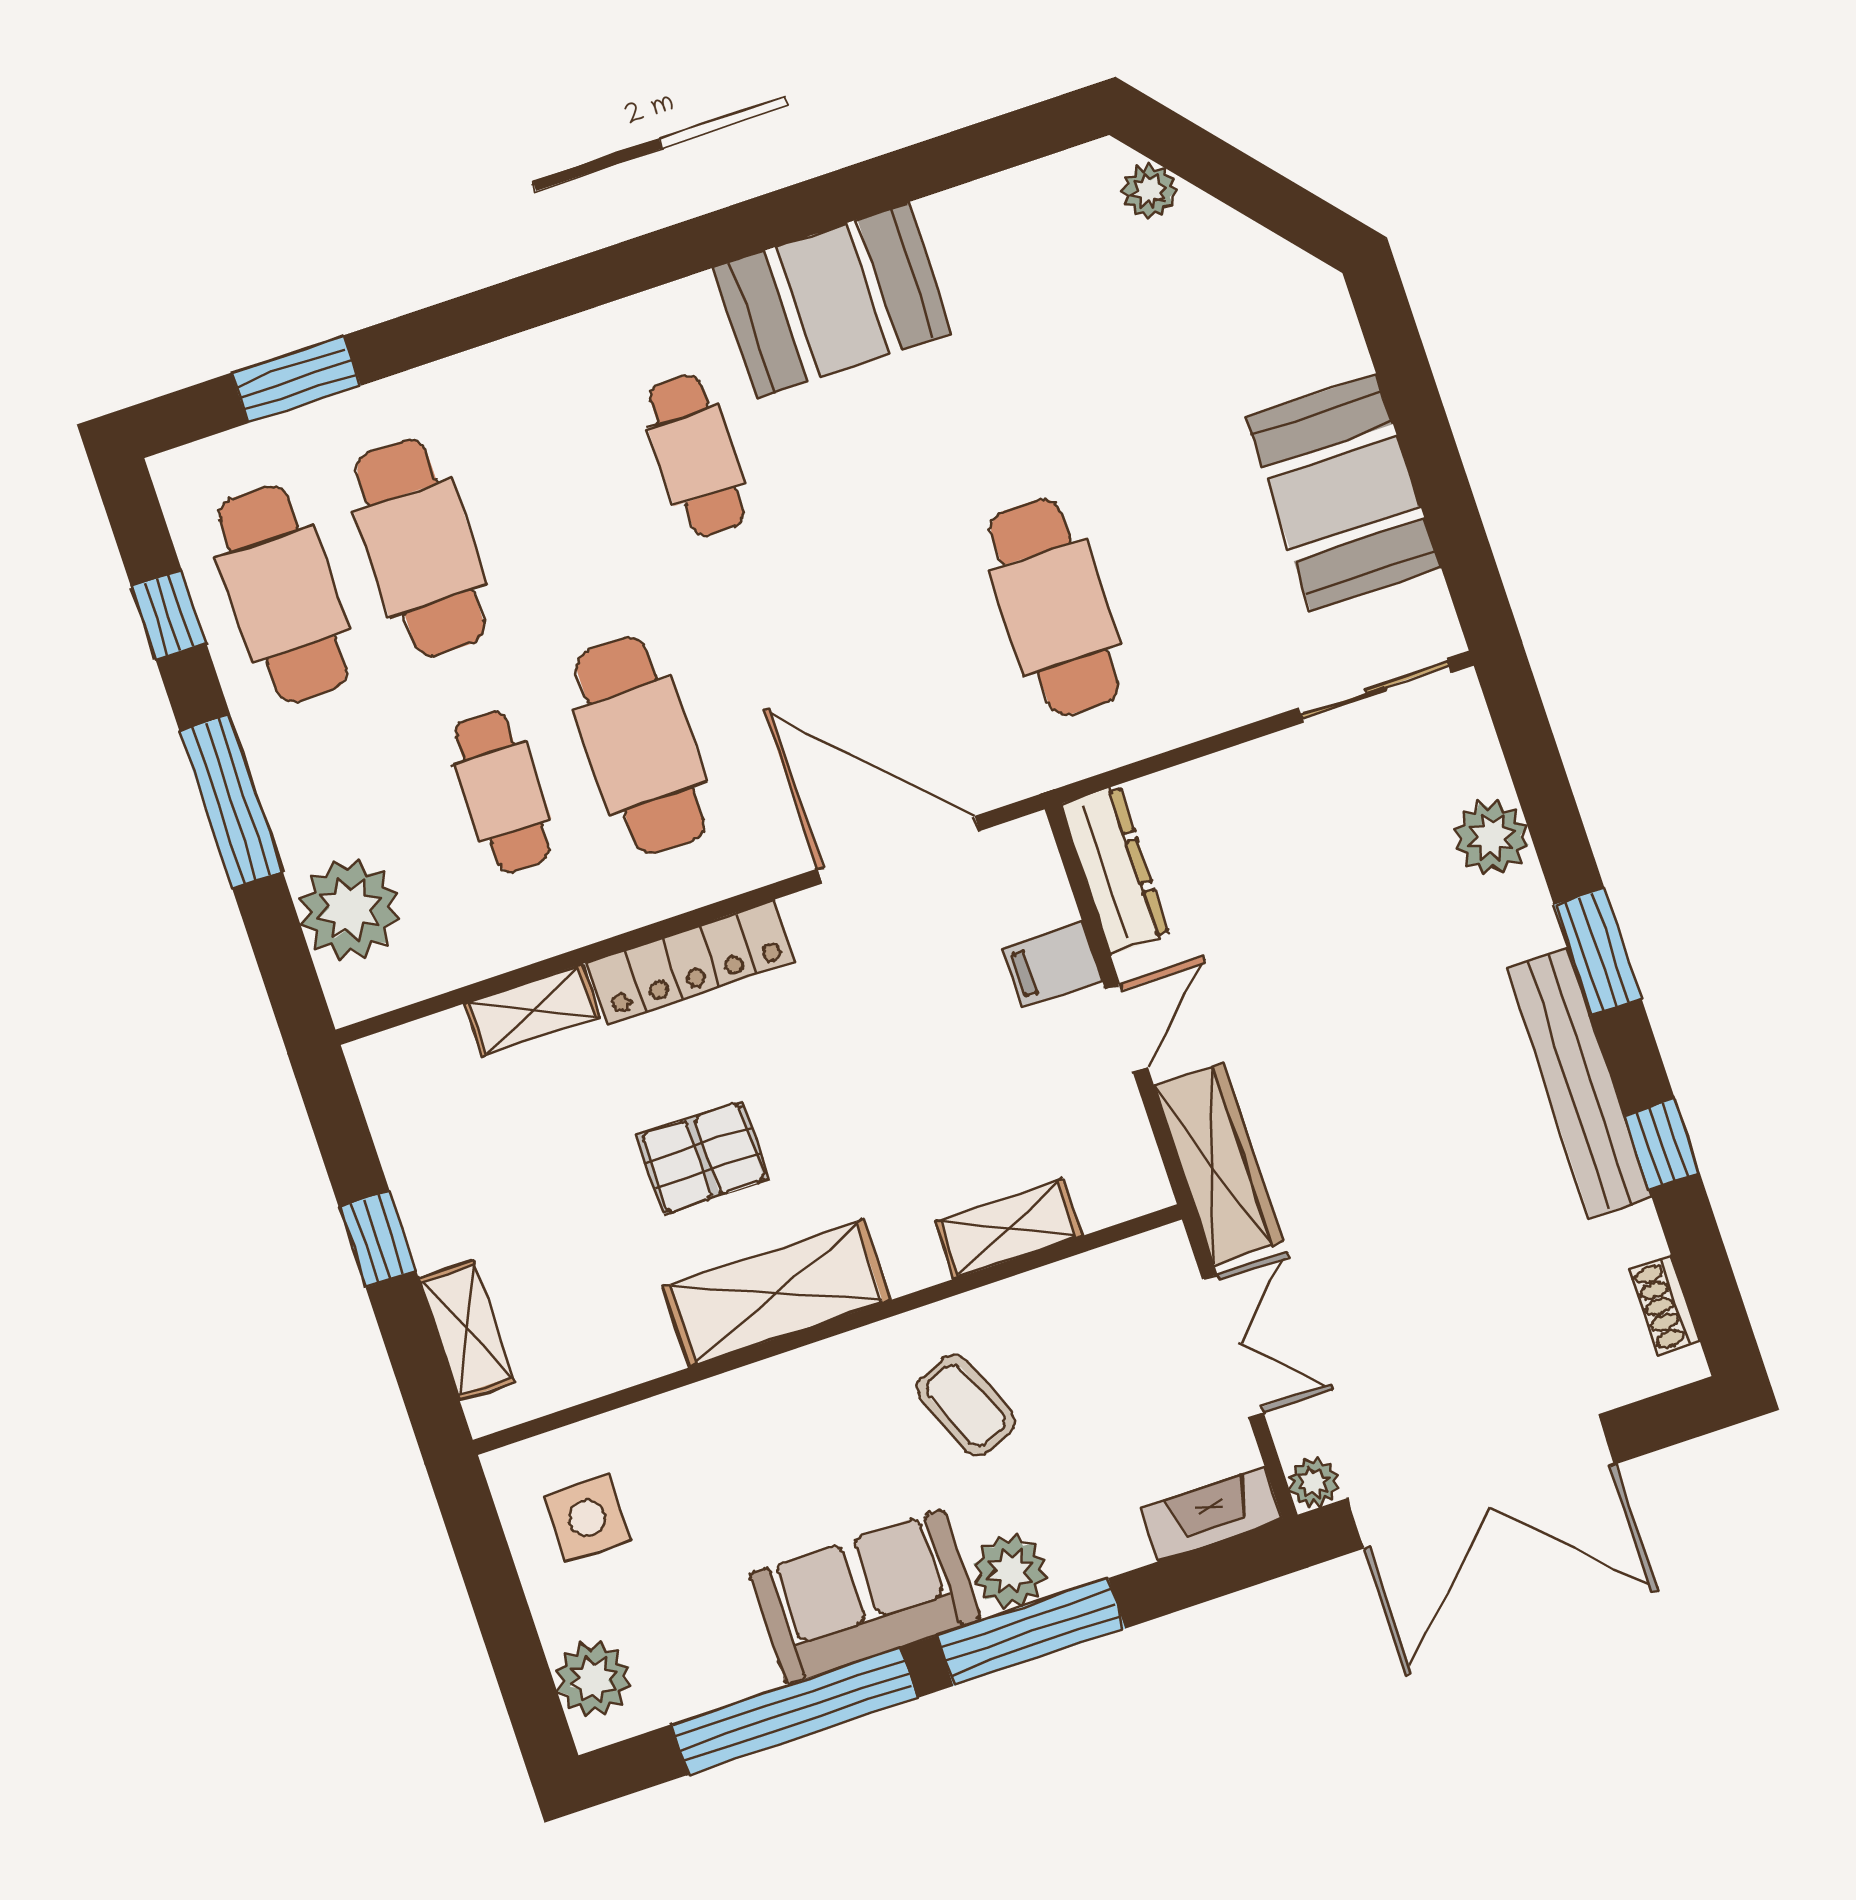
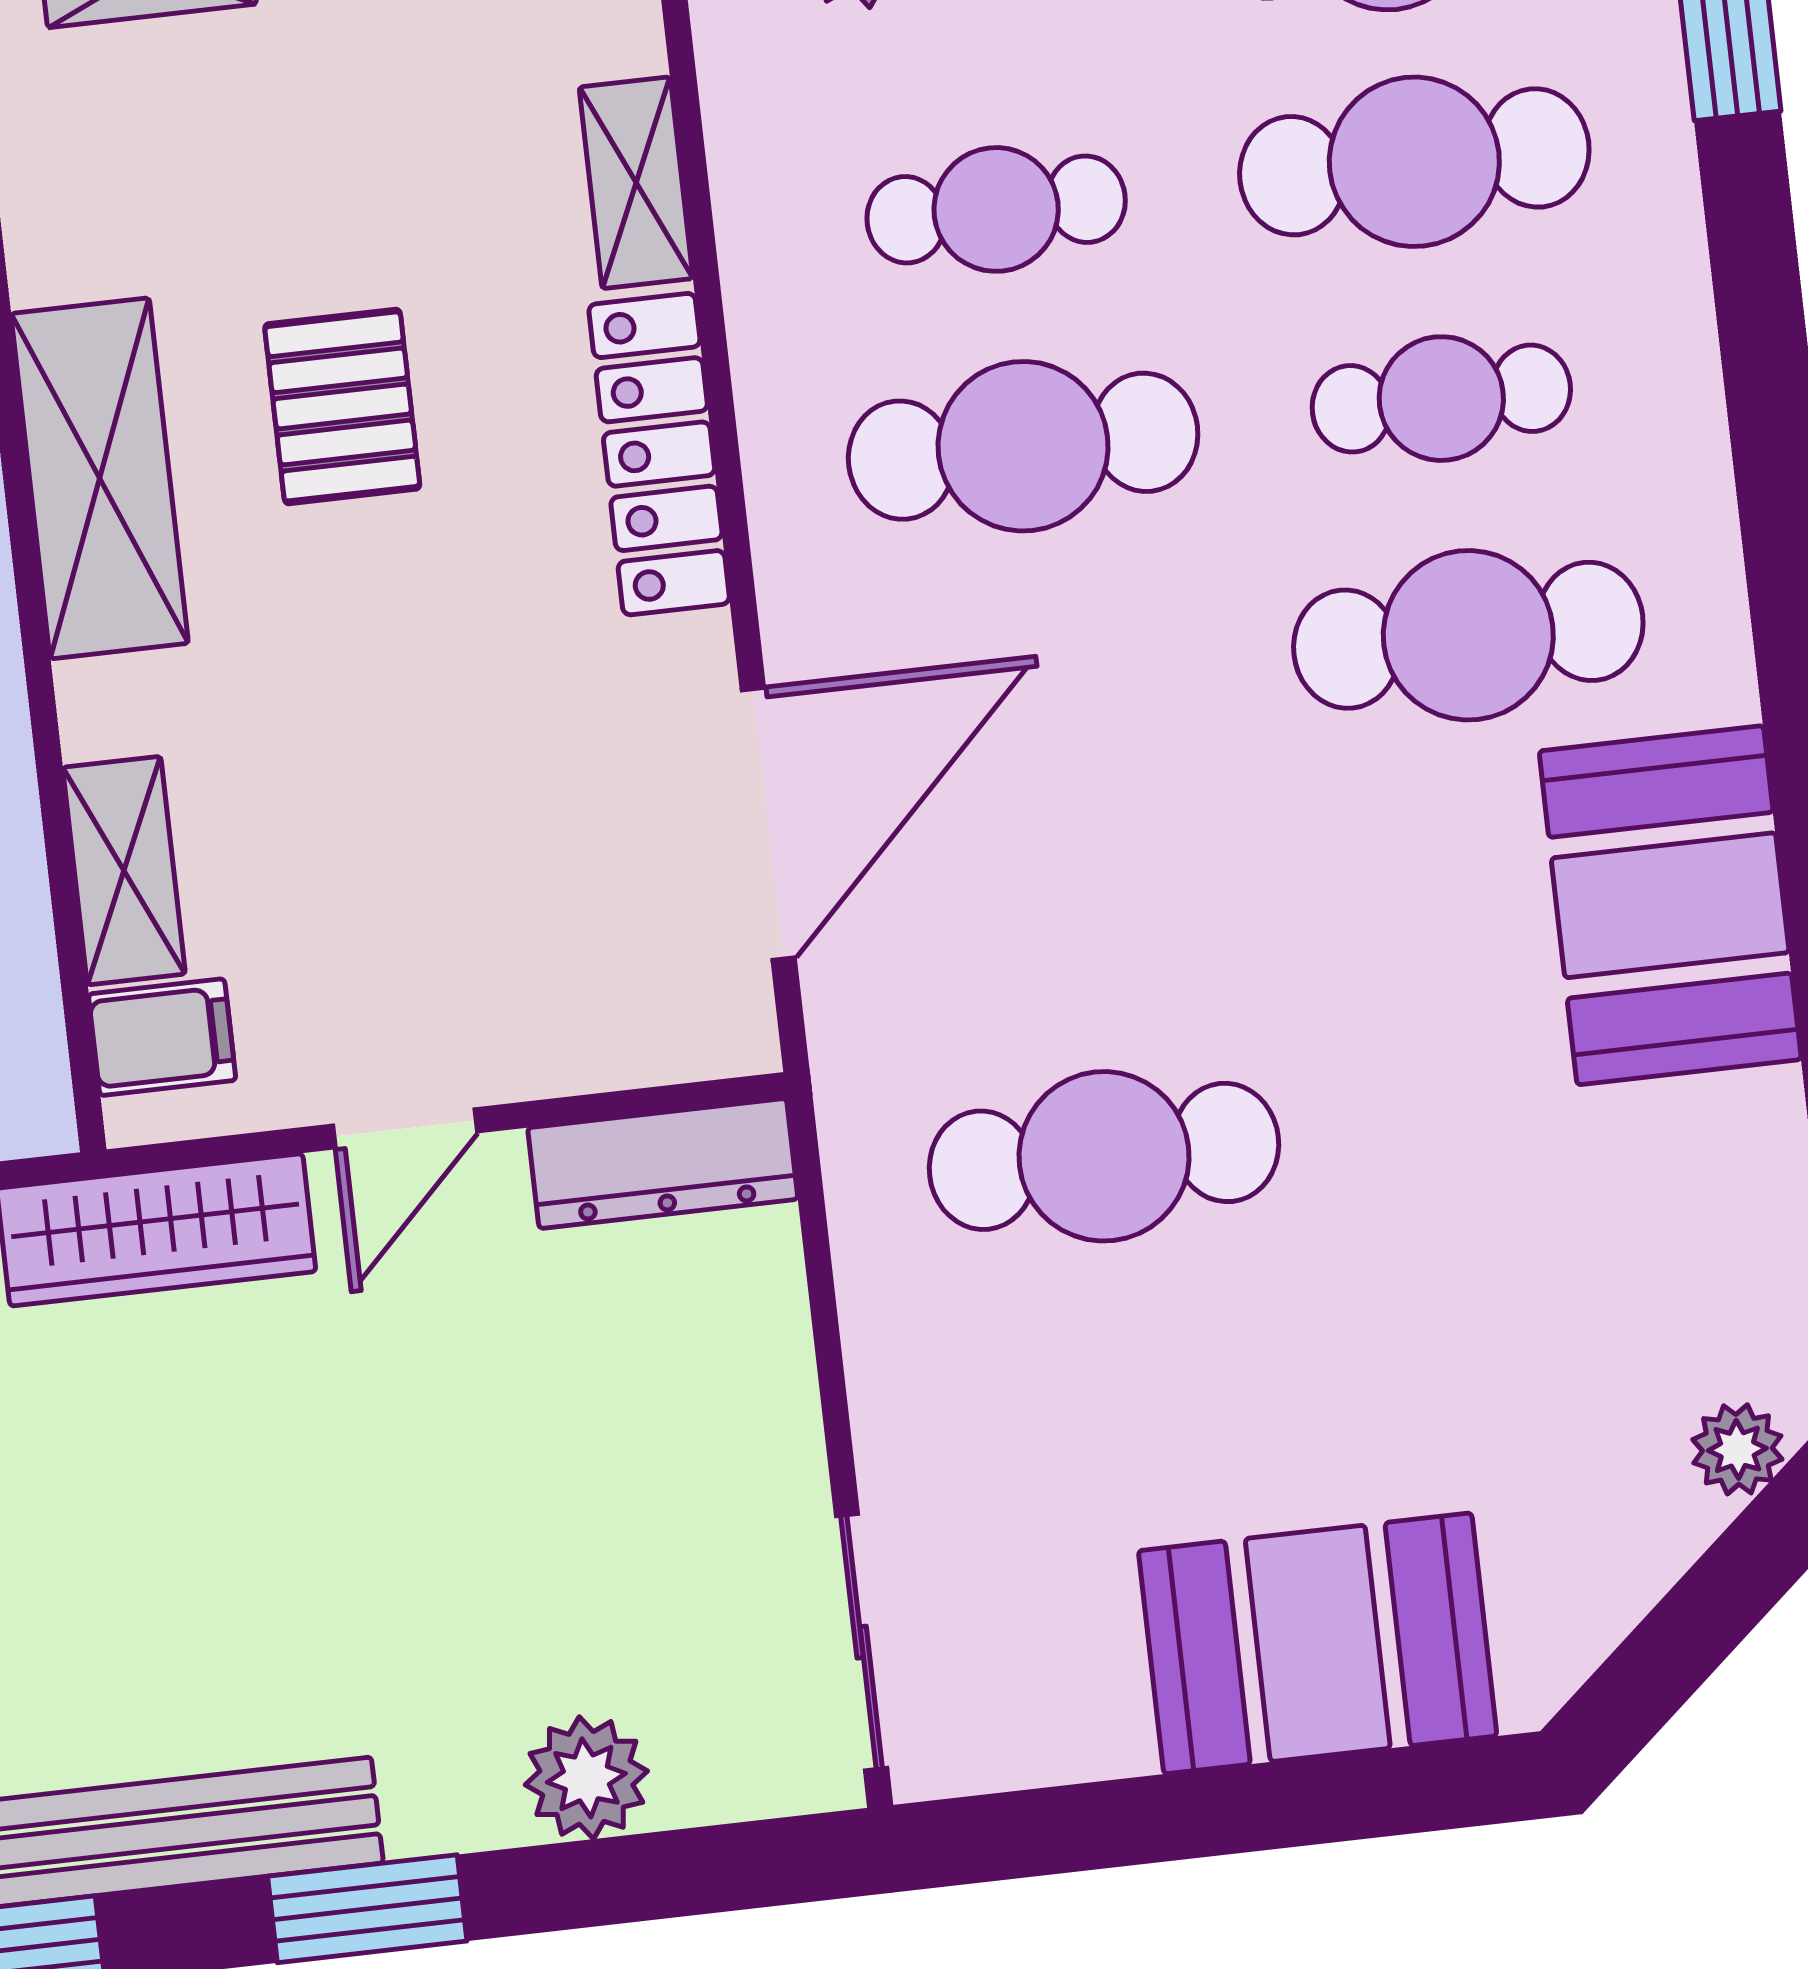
cafe table: (697, 455) -> (1468, 635), width x1.37, depth x1.35
booth: (1344, 493) -> (1318, 1643), moved
cafe table: (559, 502) -> (1441, 399), added
filing cabinet: (1052, 964) -> (162, 1037), moved, turned 90
door: (1127, 1028) -> (405, 1128), hinge flipped

